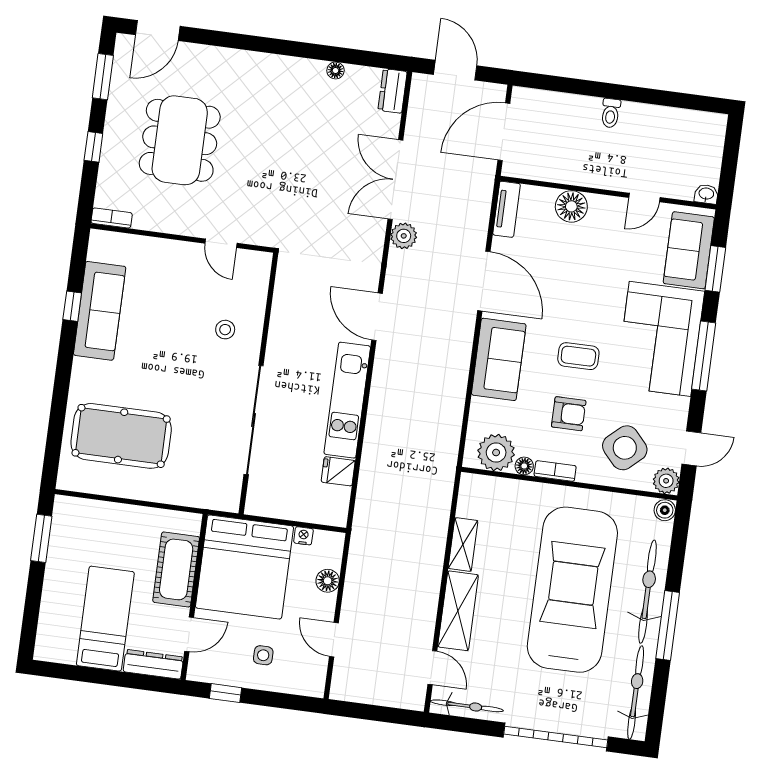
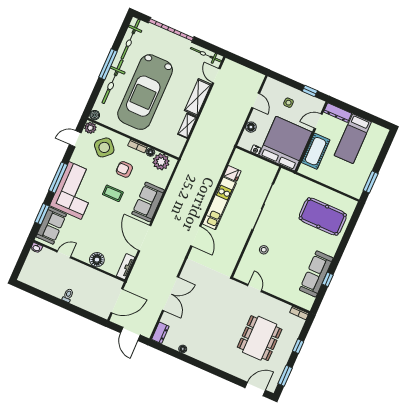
plant: (404, 236) -> (174, 268), removed

